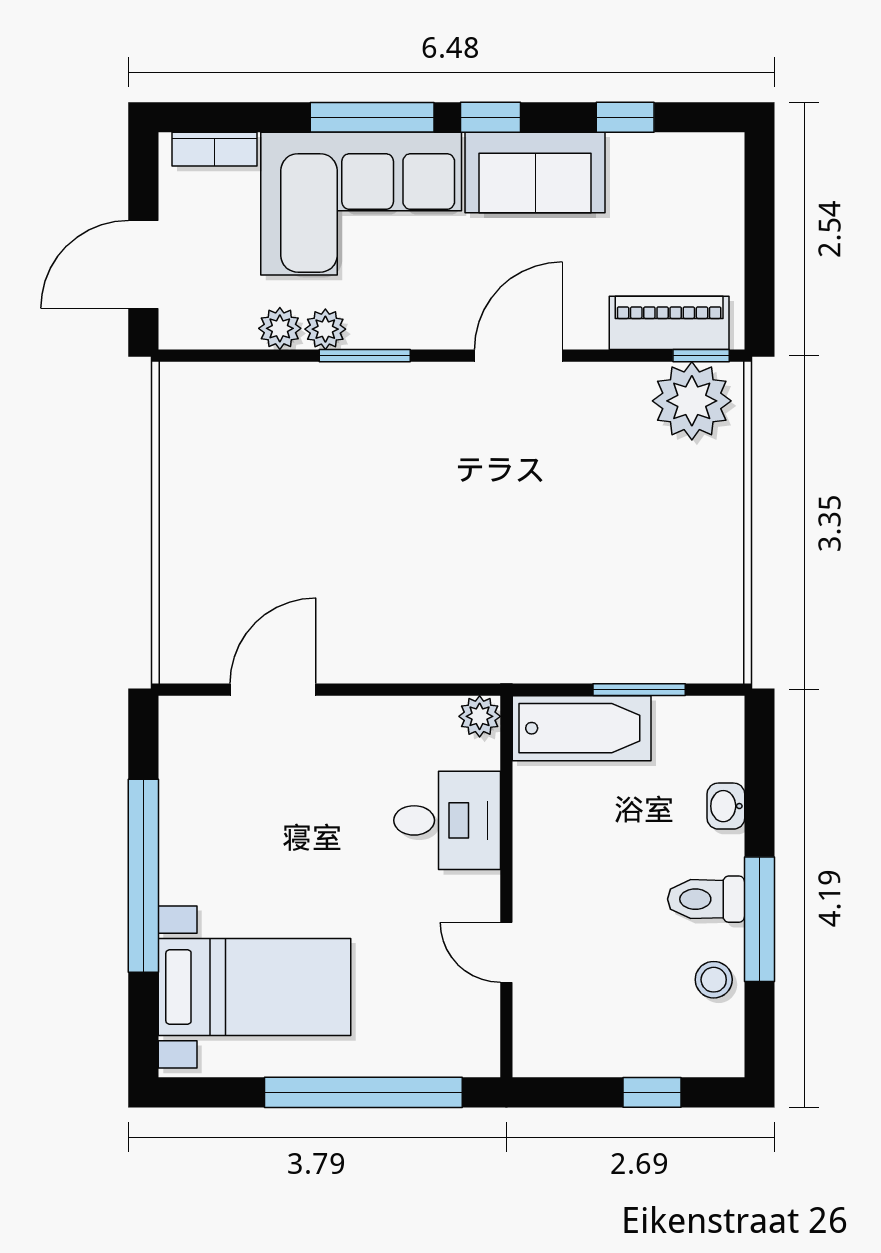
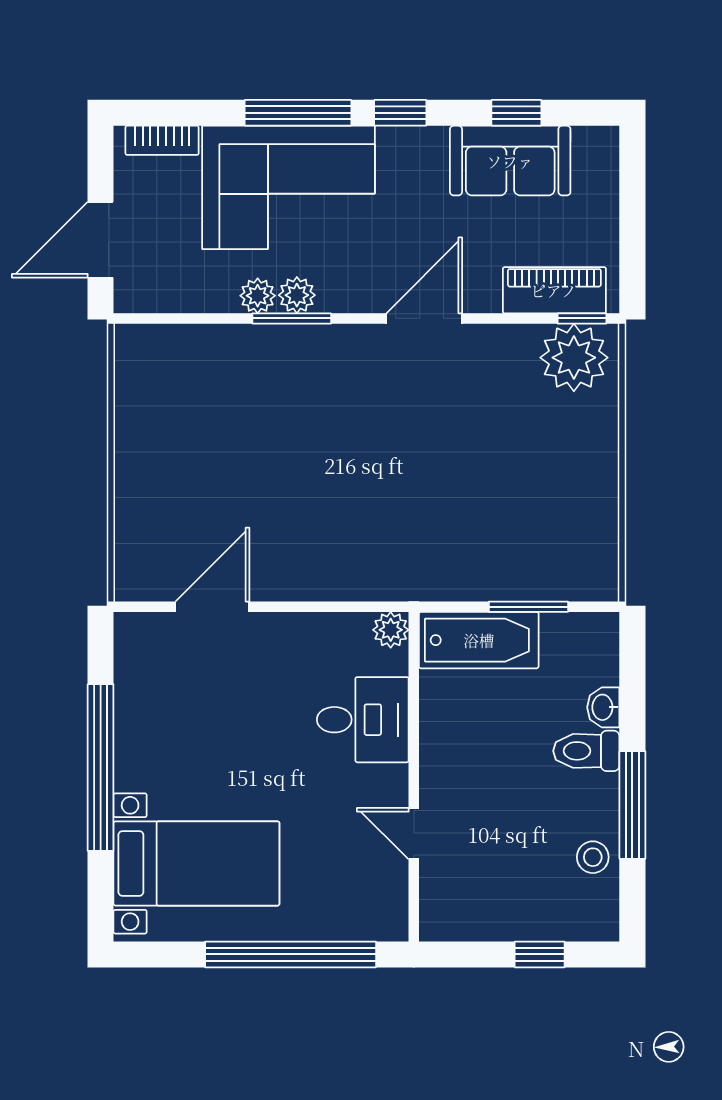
sofa: (535, 173) -> (510, 161), moved
plant: (280, 328) -> (297, 295), moved
toilet: (706, 899) -> (586, 751), moved

